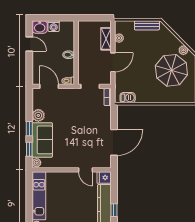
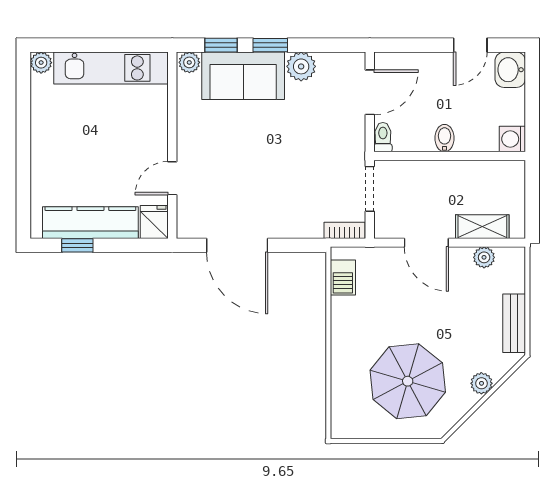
washing machine: (54, 26) -> (512, 139), moved
plant: (183, 50) -> (481, 383), moved

